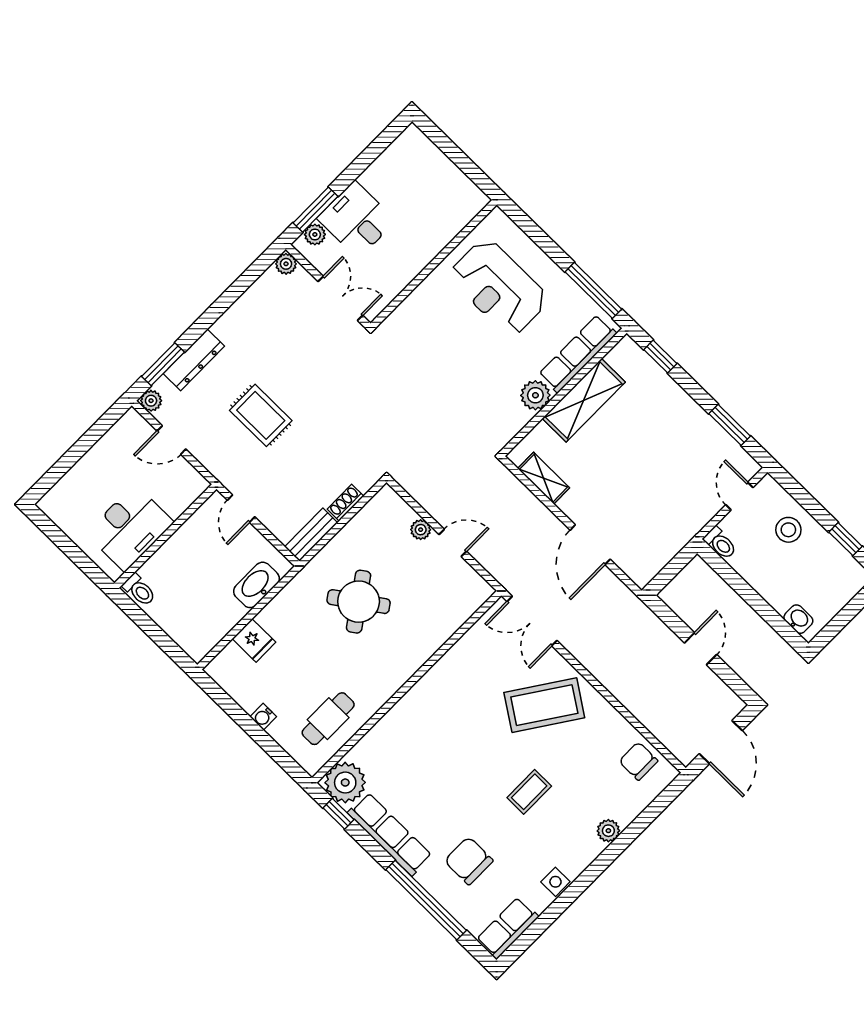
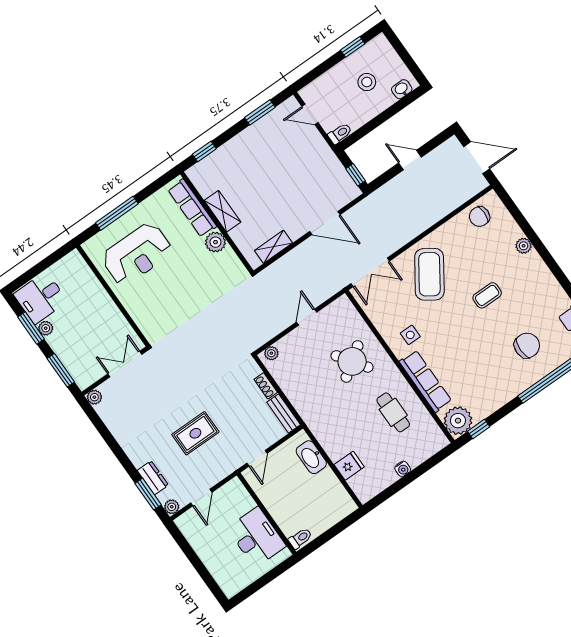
window: (367, 157) -> (31, 328), added
desk: (356, 219) -> (41, 298), moved
plant: (315, 234) -> (46, 328), moved
window: (593, 290) -> (117, 213), moved
dresser: (194, 360) -> (153, 478), width x0.70
shelving: (584, 400) -> (223, 211), width x0.67, depth x0.75
door: (241, 509) -> (257, 458), hinge flipped
plant: (421, 530) -> (271, 353), moved
stool: (788, 530) -> (367, 82), moved
window: (666, 576) -> (356, 175), added
round table: (359, 602) -> (352, 361), moved
cafe table: (328, 719) -> (393, 412), moved
coffee table: (529, 792) -> (487, 295), turned 90
row of seats: (390, 834) -> (425, 381), moved, turned 90
chair: (469, 861) -> (527, 345), turned 180
side table: (555, 882) -> (410, 335), moved

